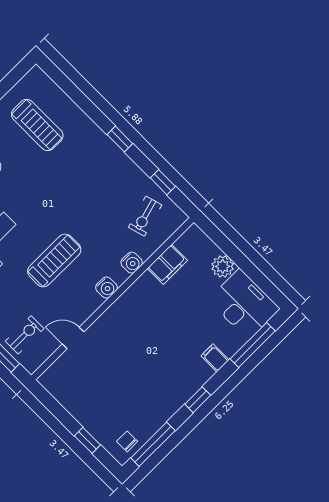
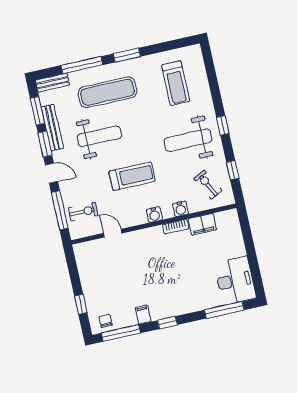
weight bench: (92, 180) -> (188, 140), added
exercise bike: (145, 216) -> (208, 185), turned 78
plant: (223, 266) -> (237, 248), removed
bookcase: (139, 286) -> (176, 227), added
filing cabinet: (215, 358) -> (143, 315), moved

